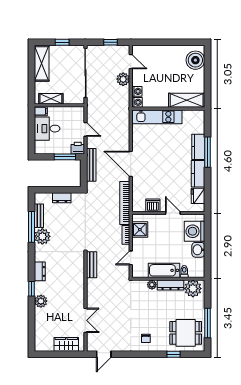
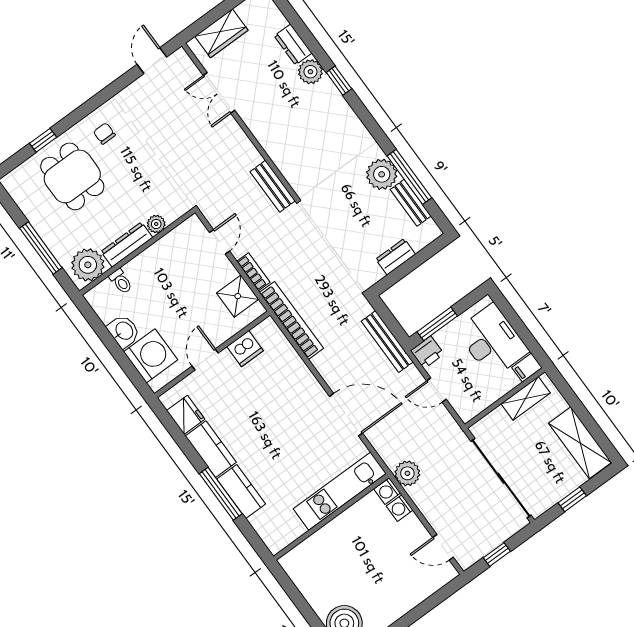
plant: (123, 79) -> (407, 473), moved
shelving: (187, 100) -> (312, 551), removed
desk: (47, 129) -> (492, 341), width x1.37
door: (131, 164) -> (346, 415), moved
door: (173, 213) -> (205, 360), swing flipped
bathtub: (164, 270) -> (154, 260), removed
dresser: (40, 271) -> (293, 45), moved
window: (207, 323) -> (41, 248), moved
dining table: (186, 333) -> (72, 176), moved, turned 90

